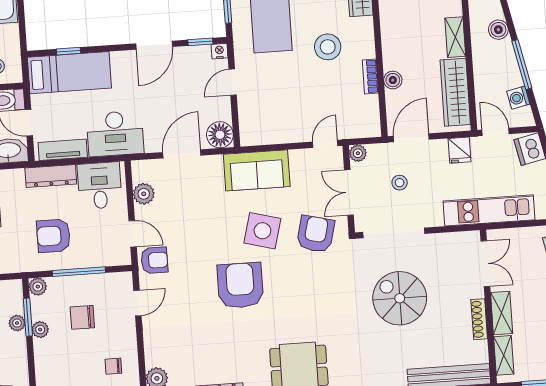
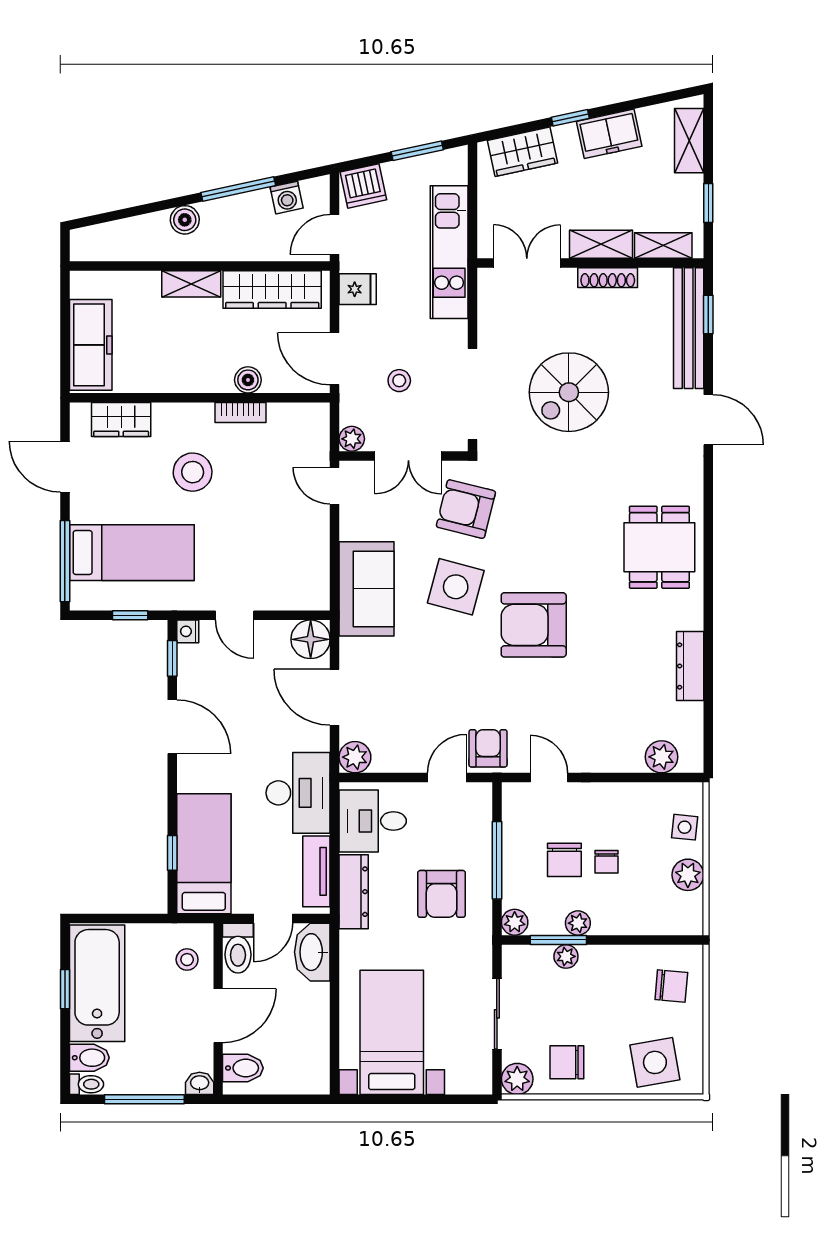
plant: (144, 194) -> (355, 757), moved
chair: (113, 366) -> (606, 862), moved

